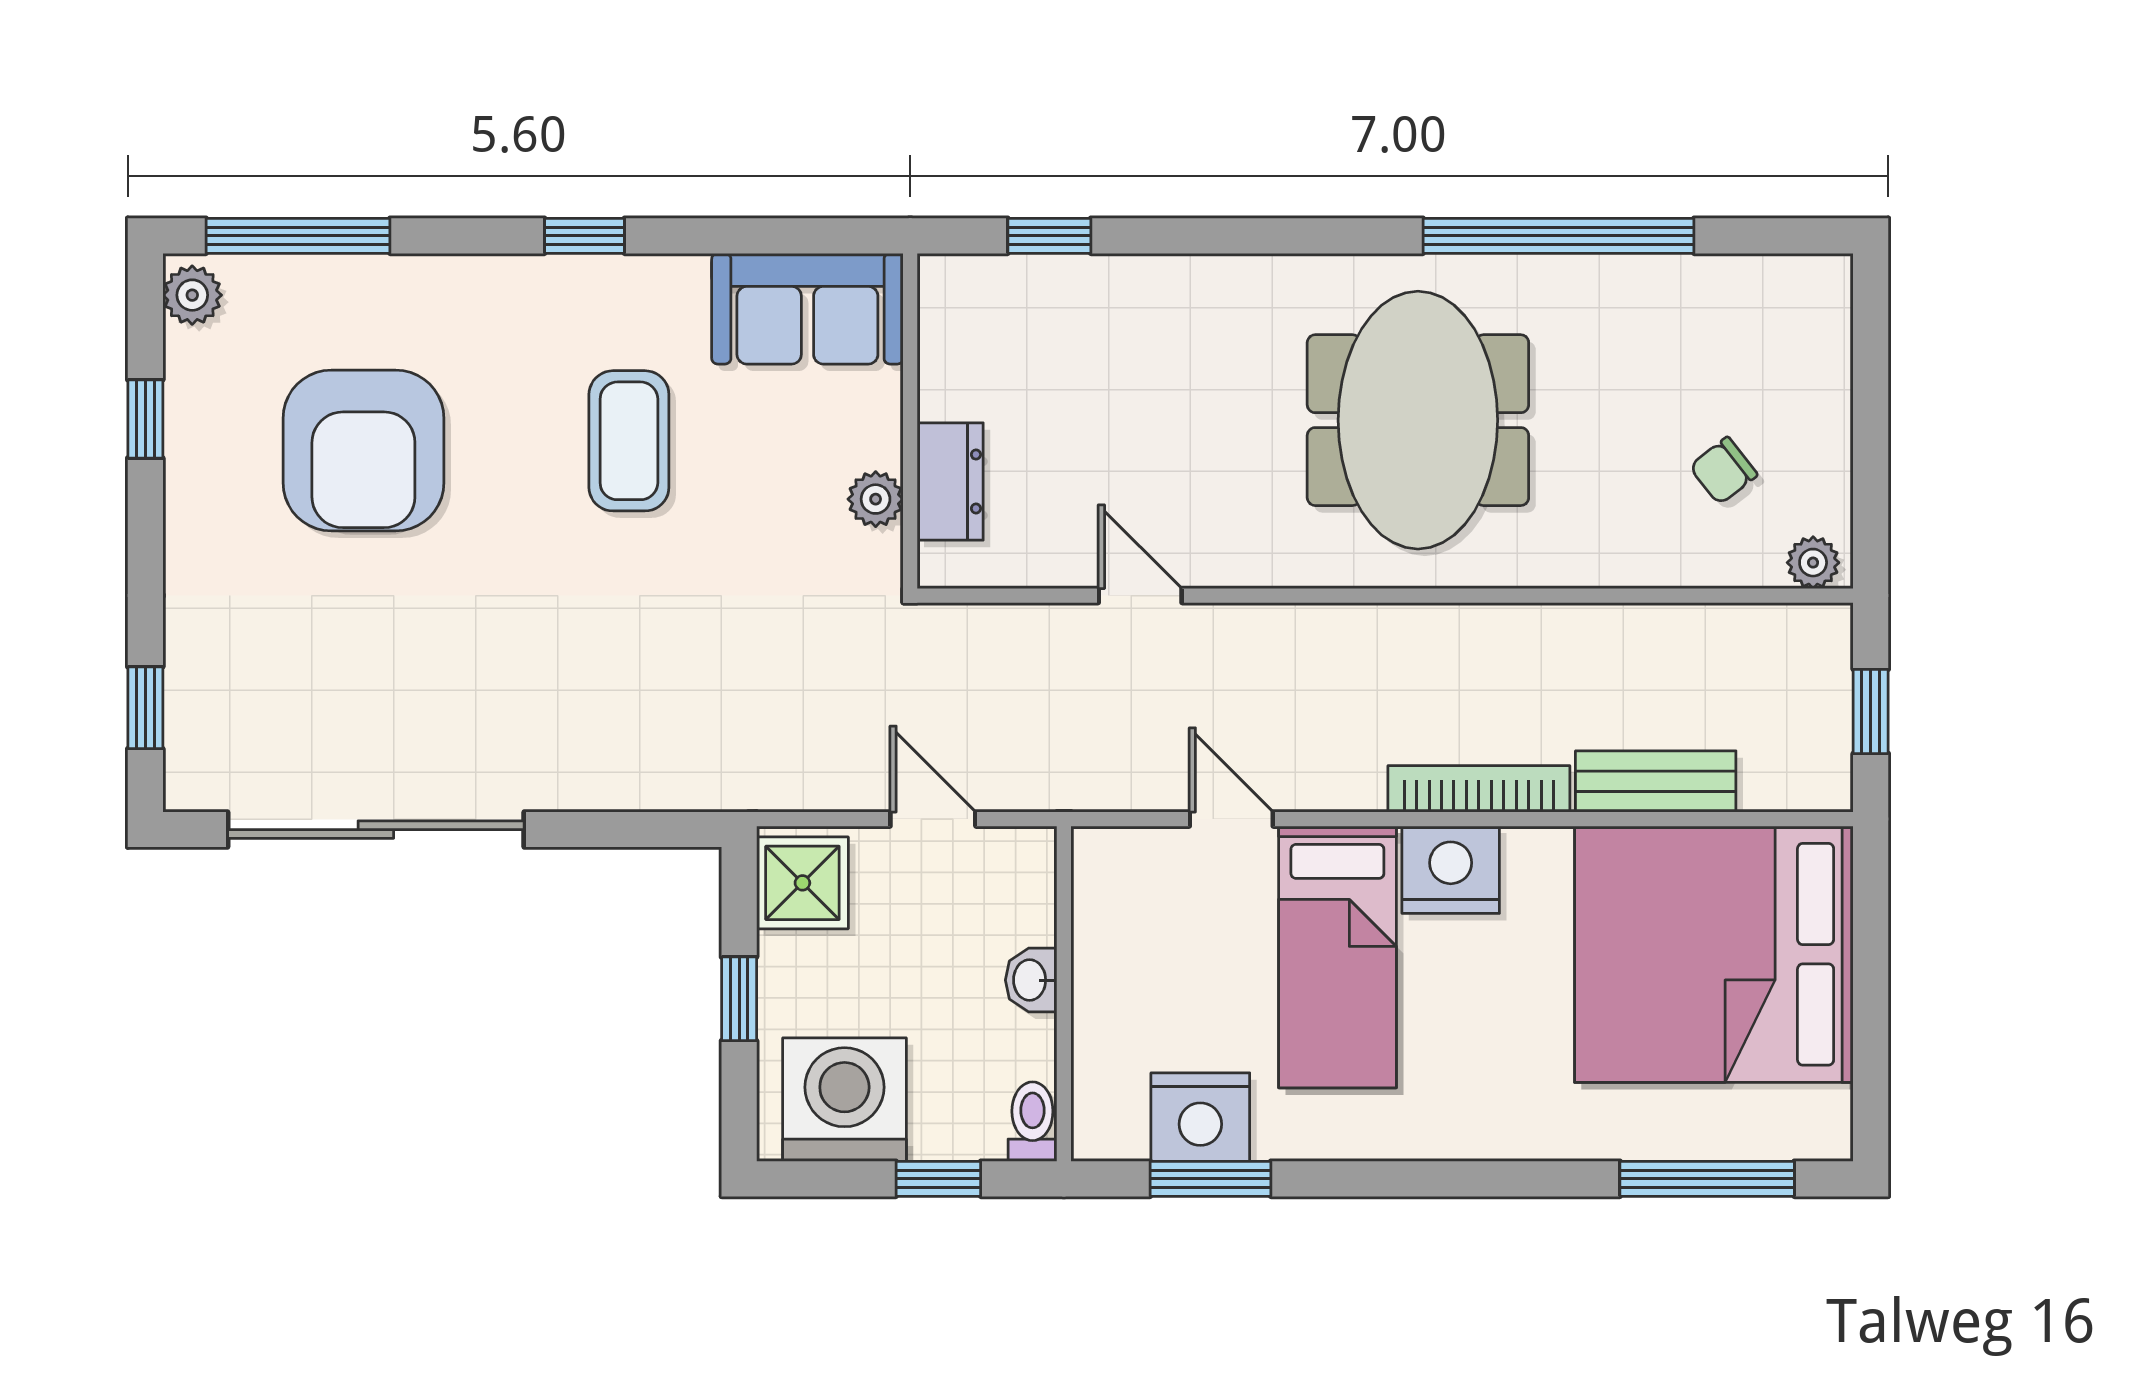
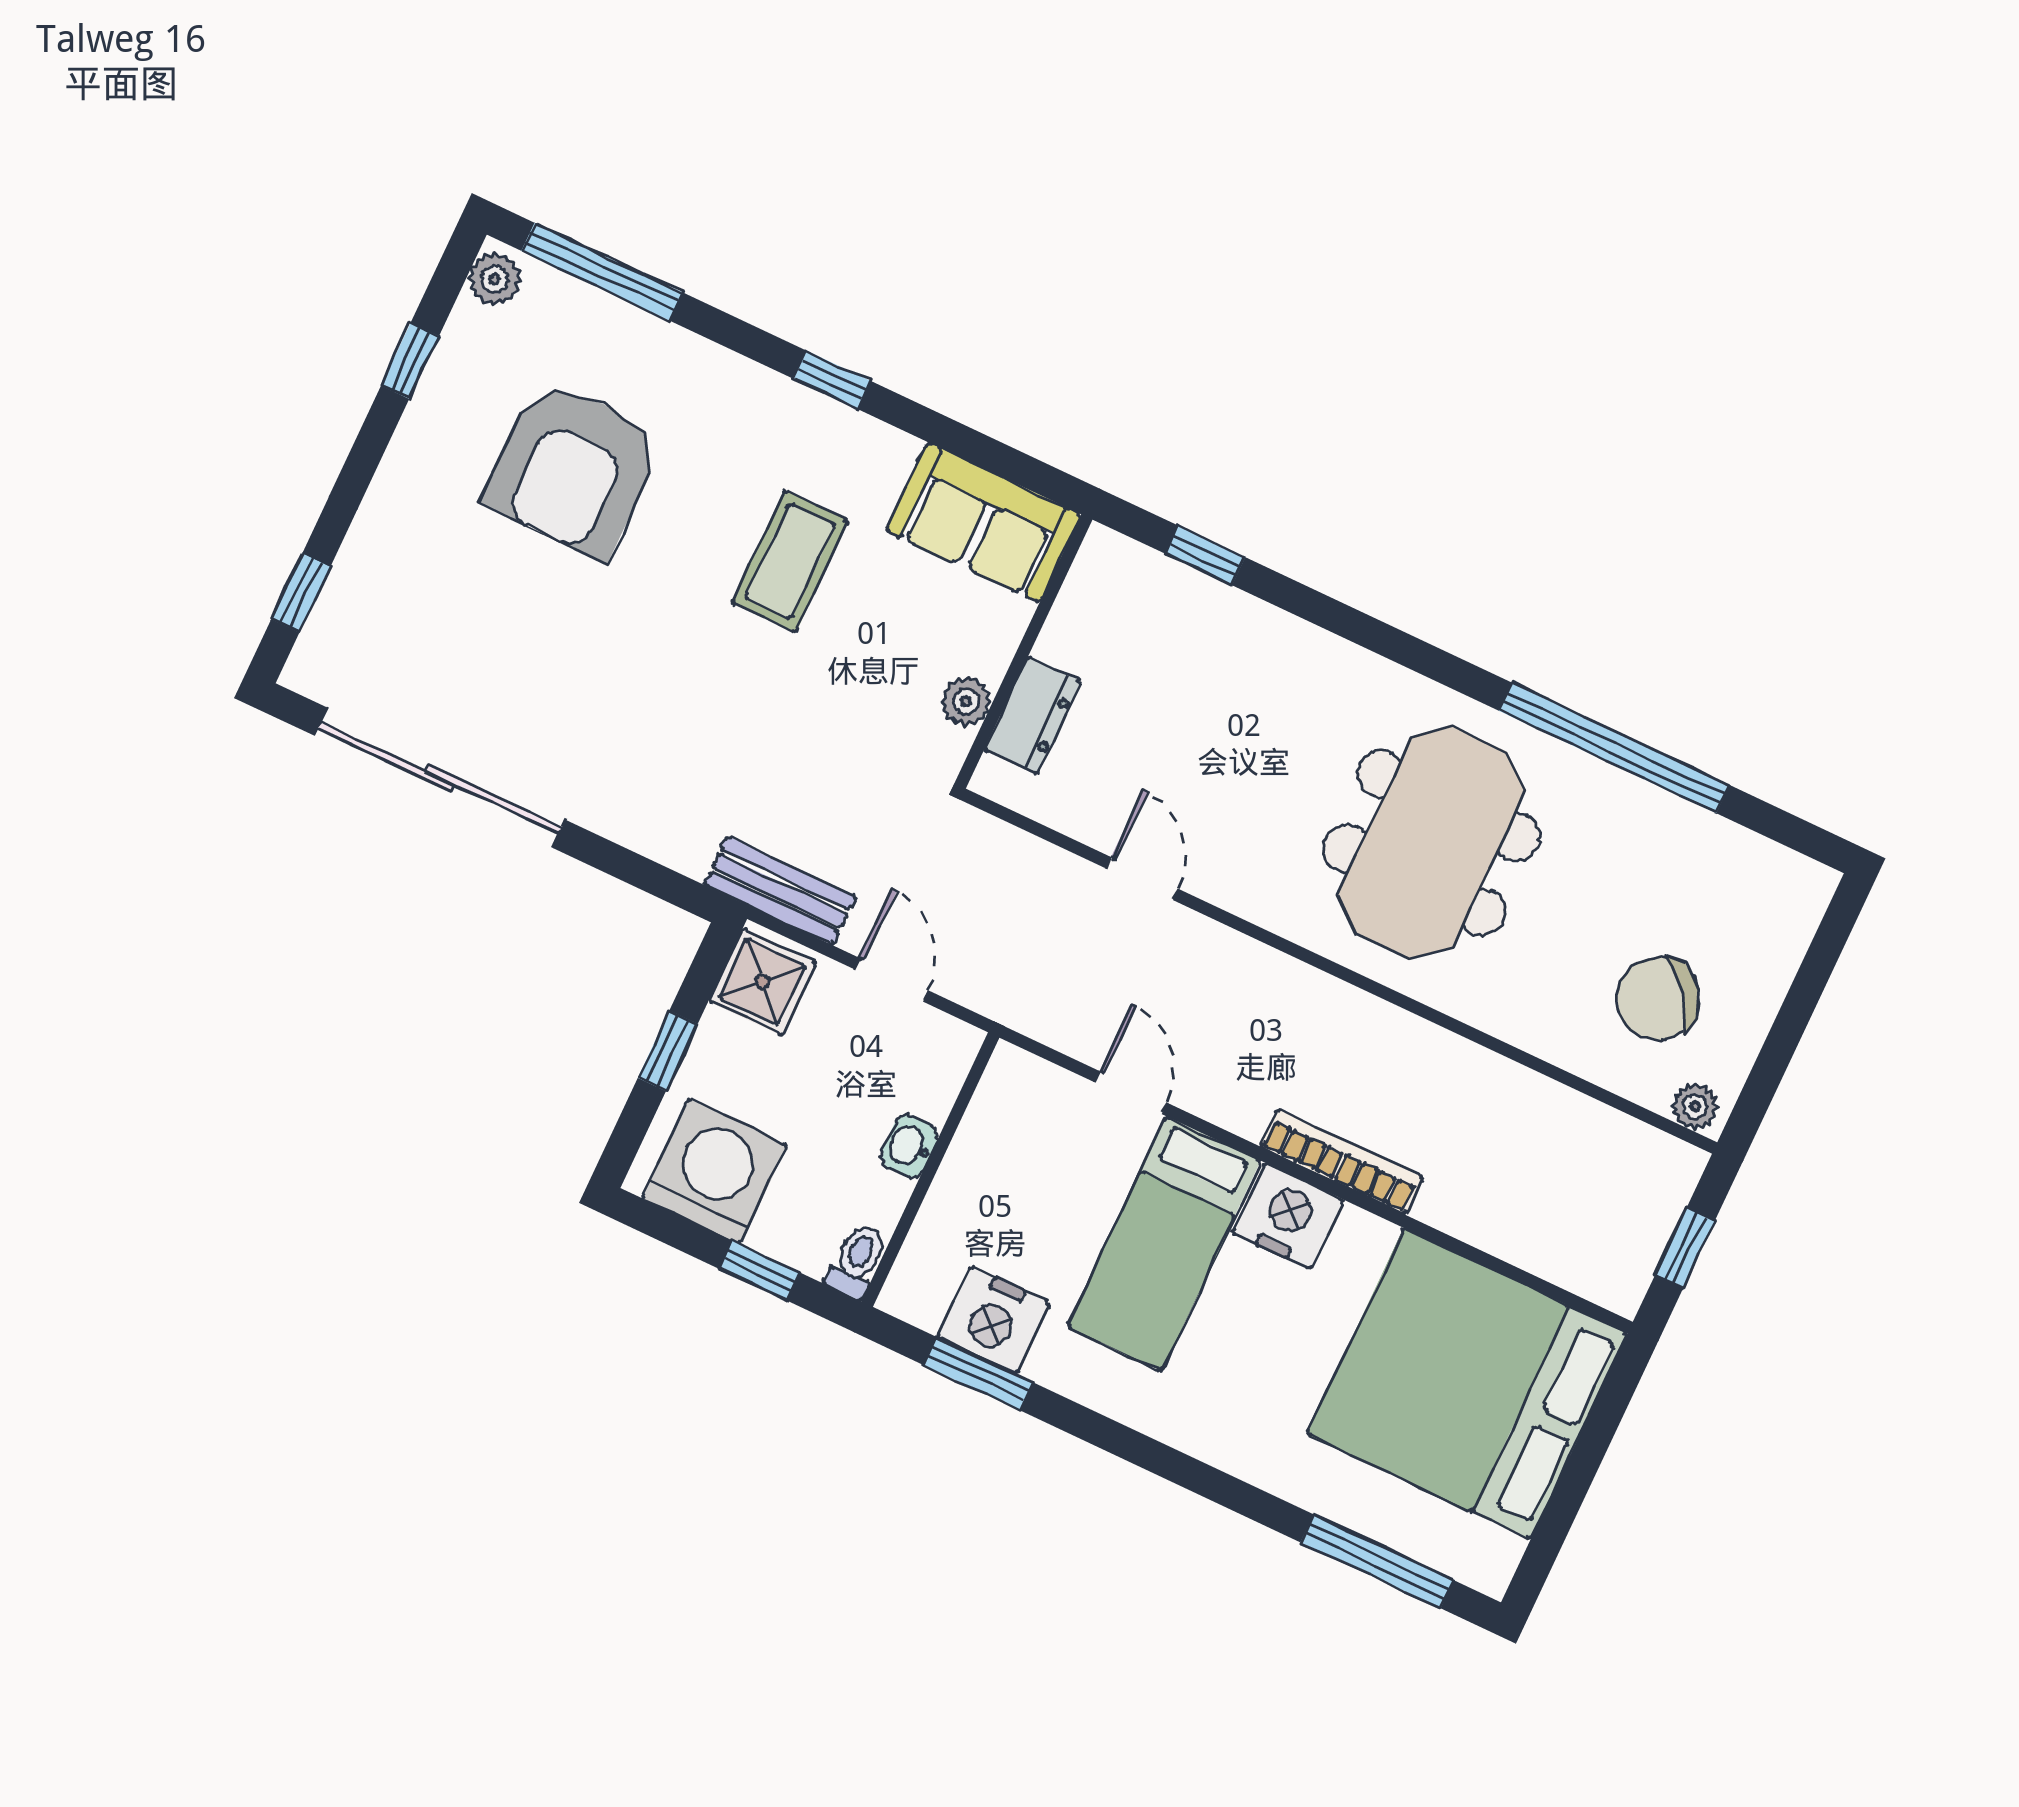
chair: (1723, 471) -> (1658, 999), width x1.87, depth x1.87
bench: (1656, 781) -> (780, 891), moved

